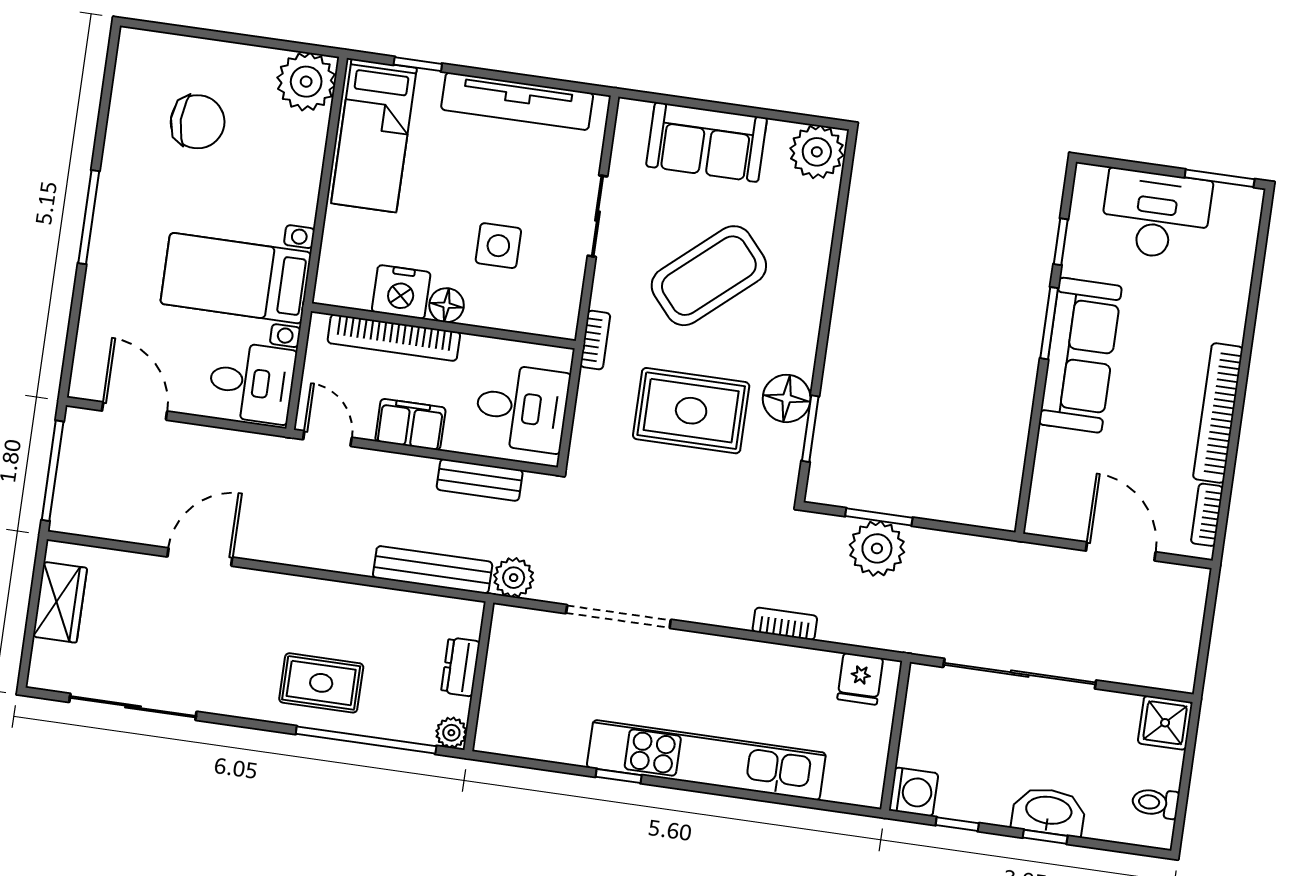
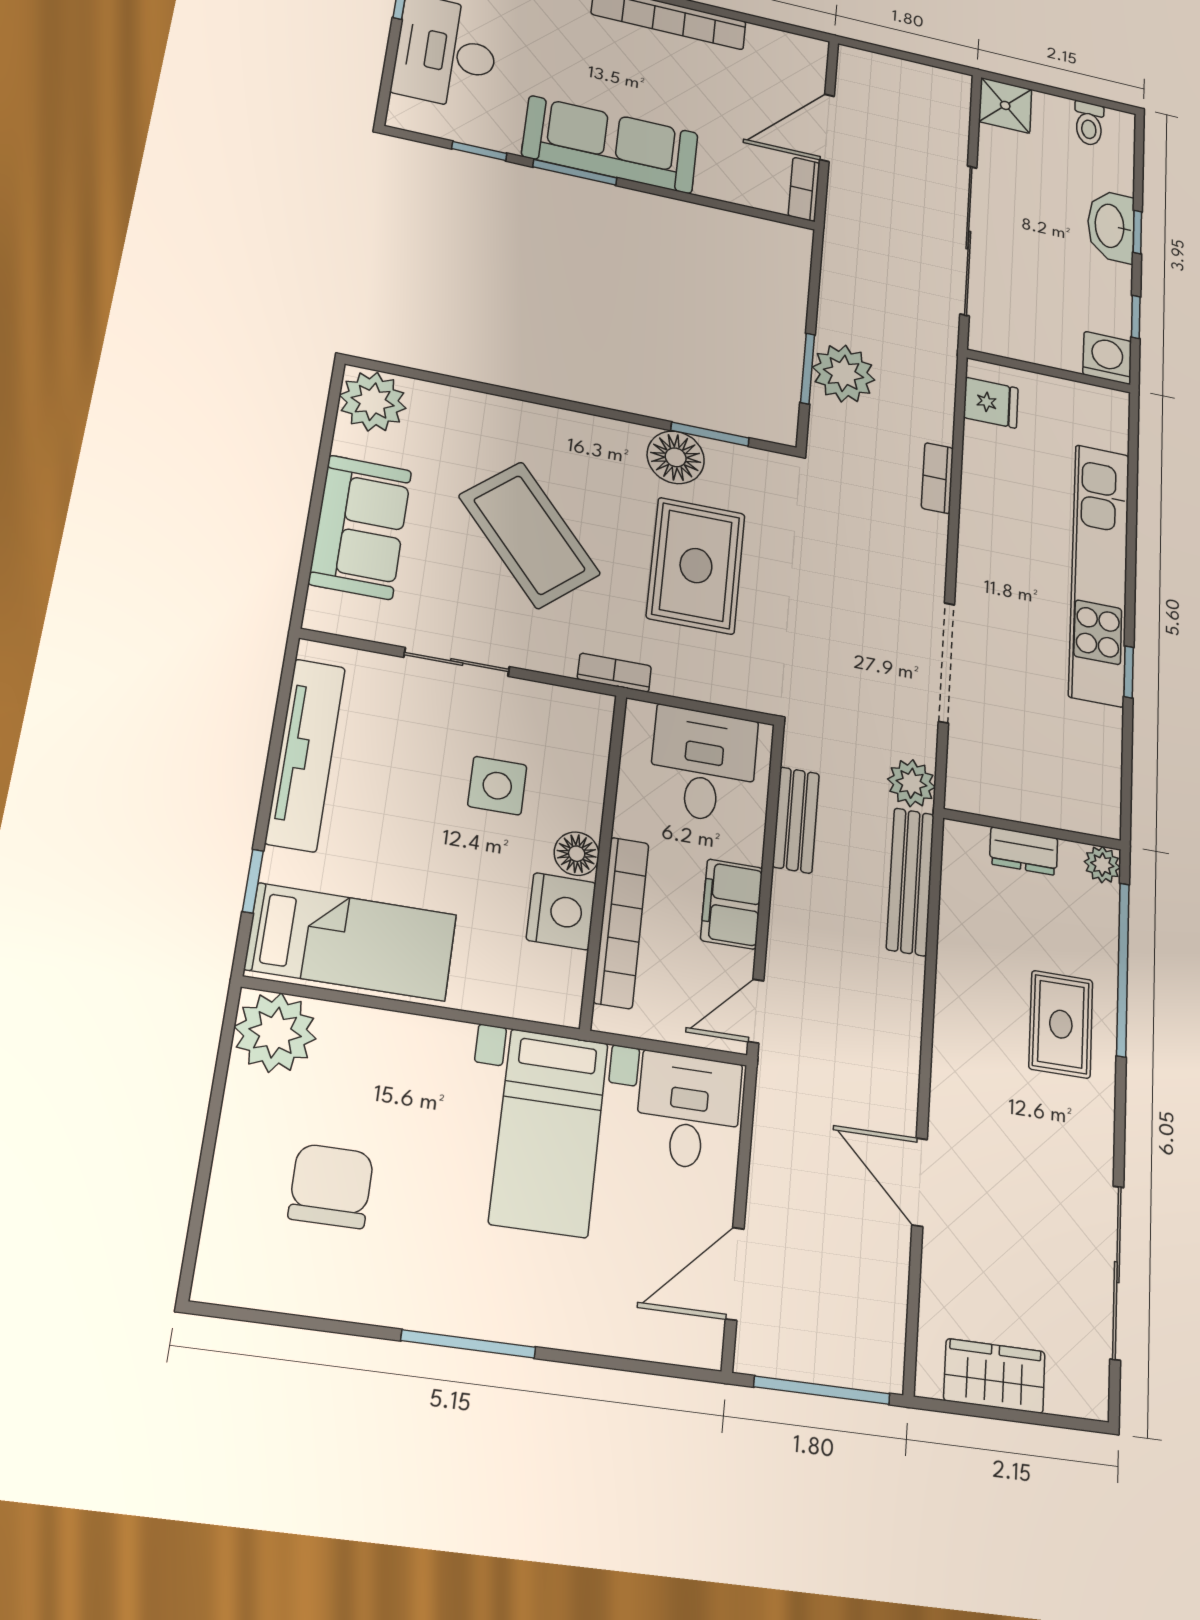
bookcase: (1207, 515) -> (804, 189), moved, turned 90

